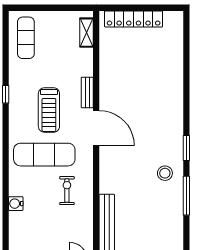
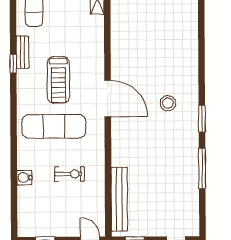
bench: (87, 92) -> (23, 52), moved
stool: (165, 173) -> (168, 103), moved
exercise bike: (67, 191) -> (69, 174), moved, turned 90

